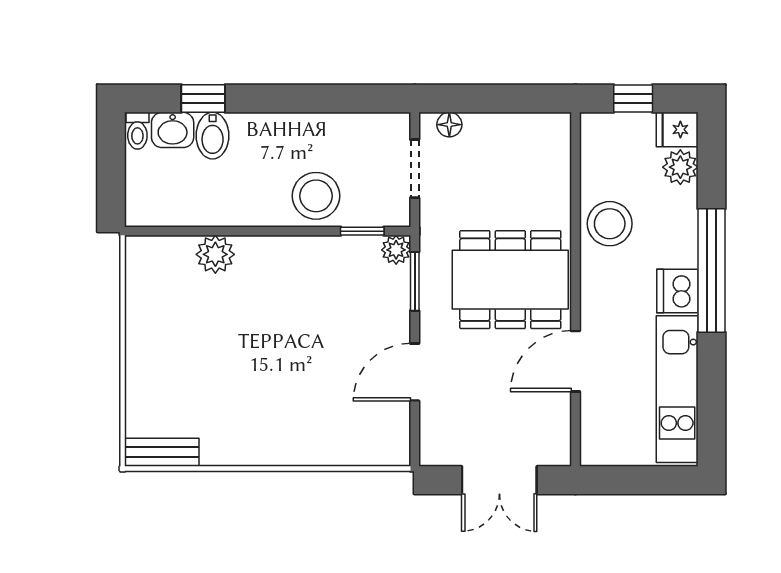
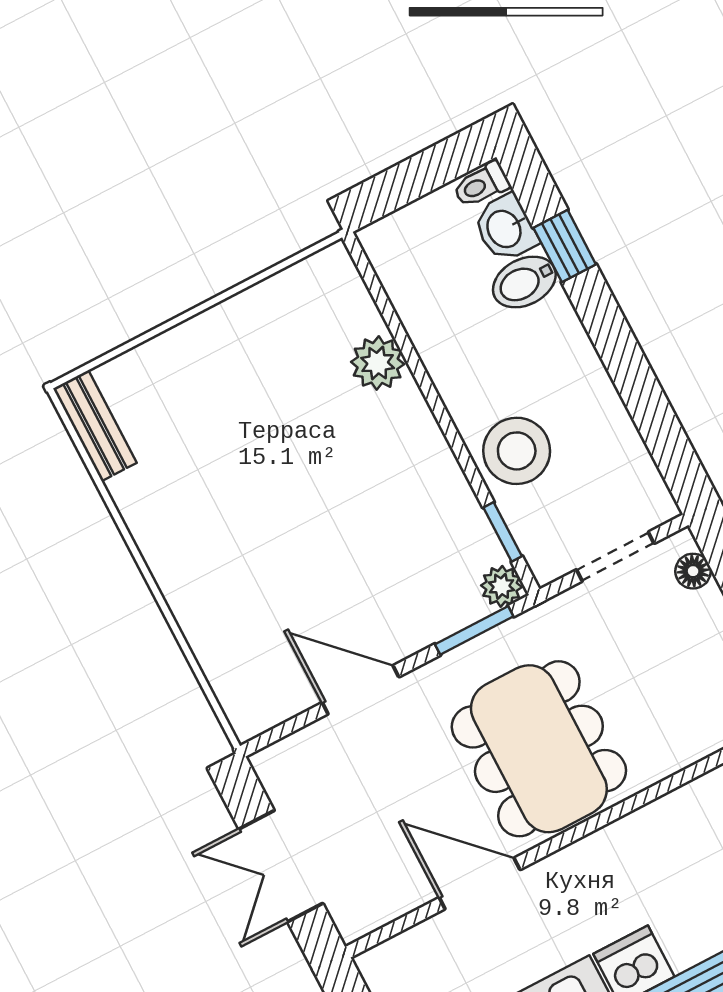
stool: (610, 224) -> (674, 837), removed

